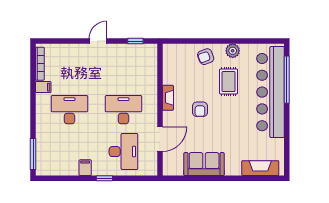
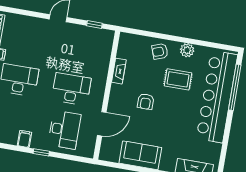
rug: (229, 82) -> (178, 79), turned 90
fireplace: (168, 98) -> (119, 71), moved

